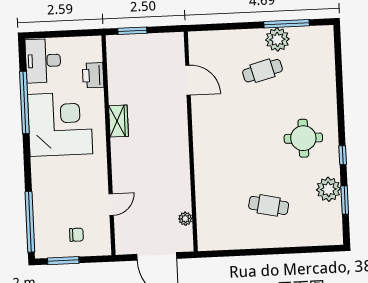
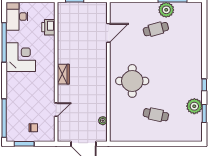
door: (188, 80) -> (108, 33), hinge flipped
wardrobe: (119, 121) -> (63, 74), moved
corner desk: (60, 124) -> (21, 57), width x0.74, depth x0.74
round table: (303, 138) -> (132, 81), moved, width x1.36, depth x1.36

